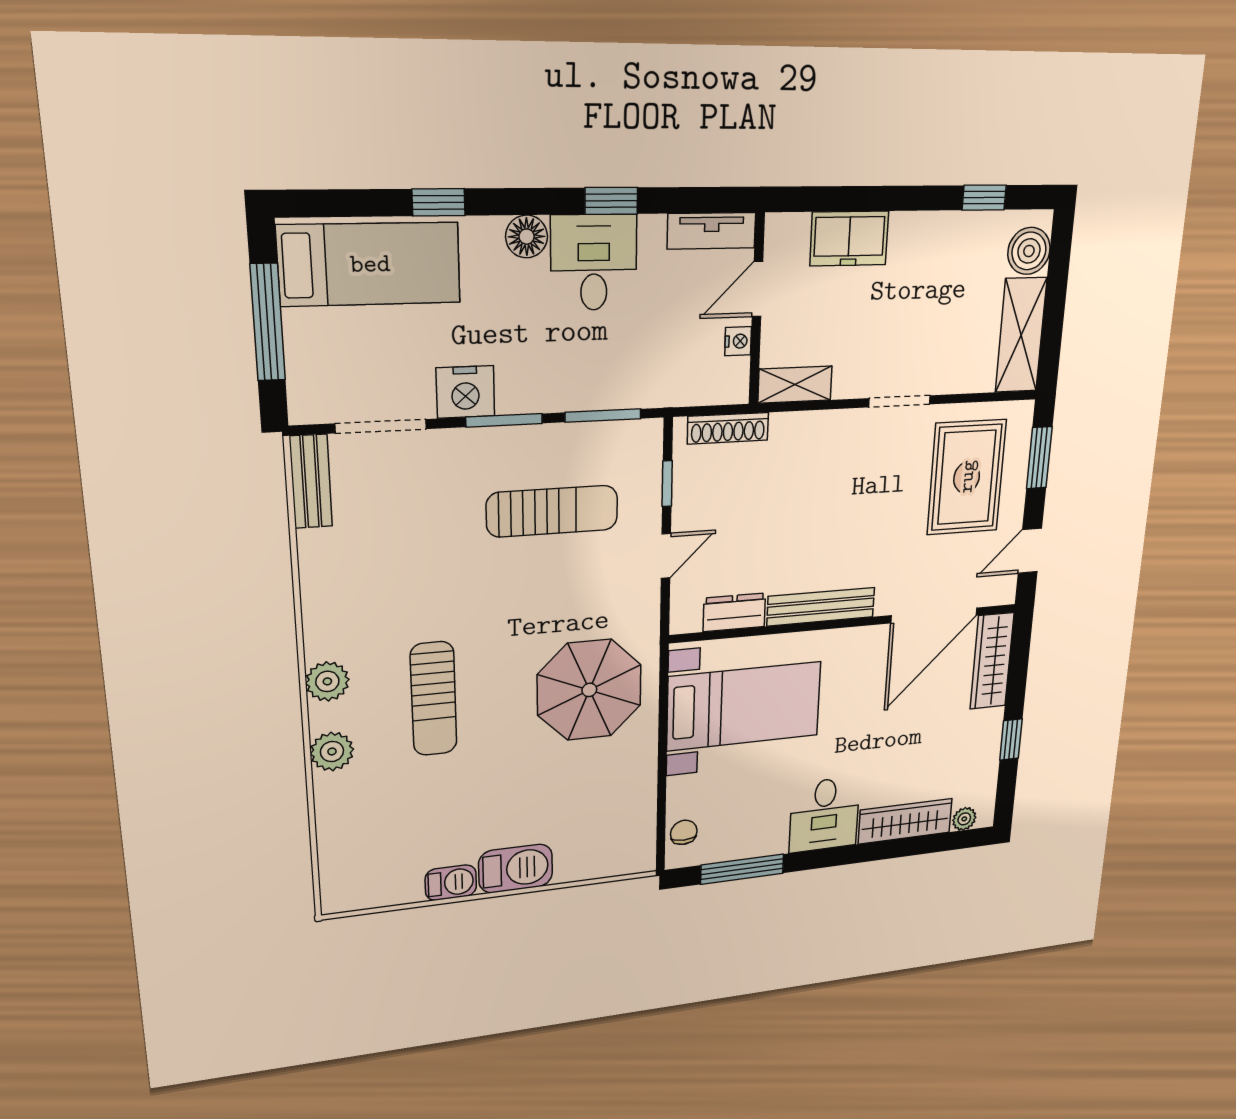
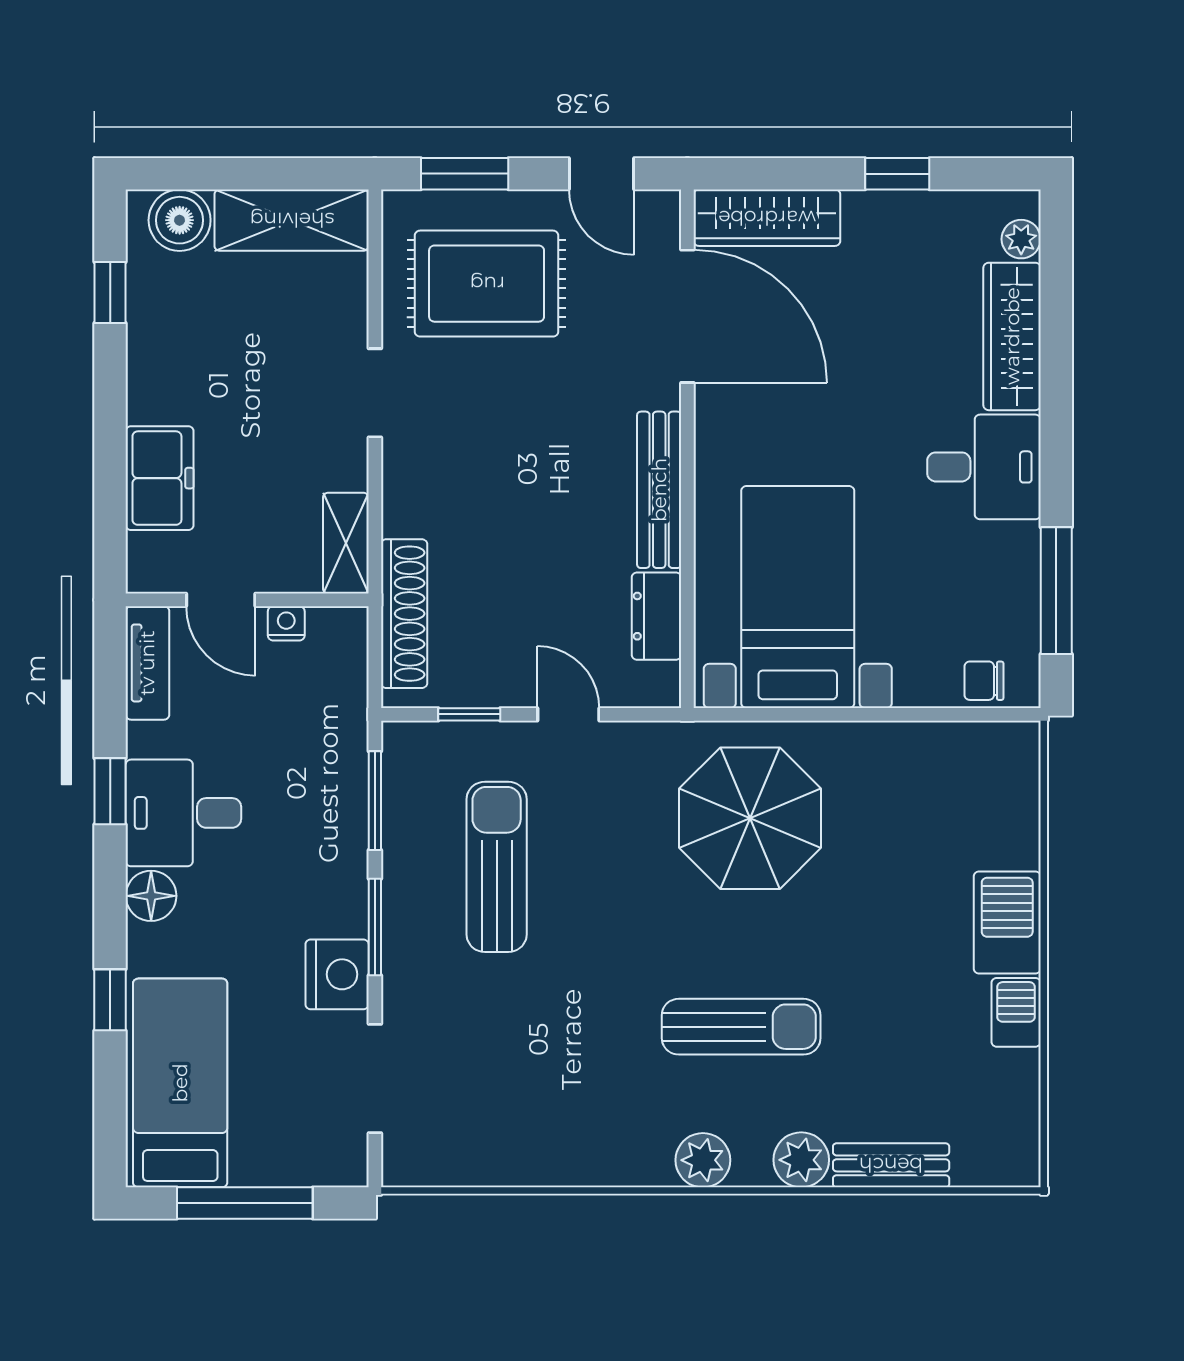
shoe rack: (728, 428) -> (404, 614), width x1.36, depth x1.24
bench: (311, 481) -> (891, 1165), moved

